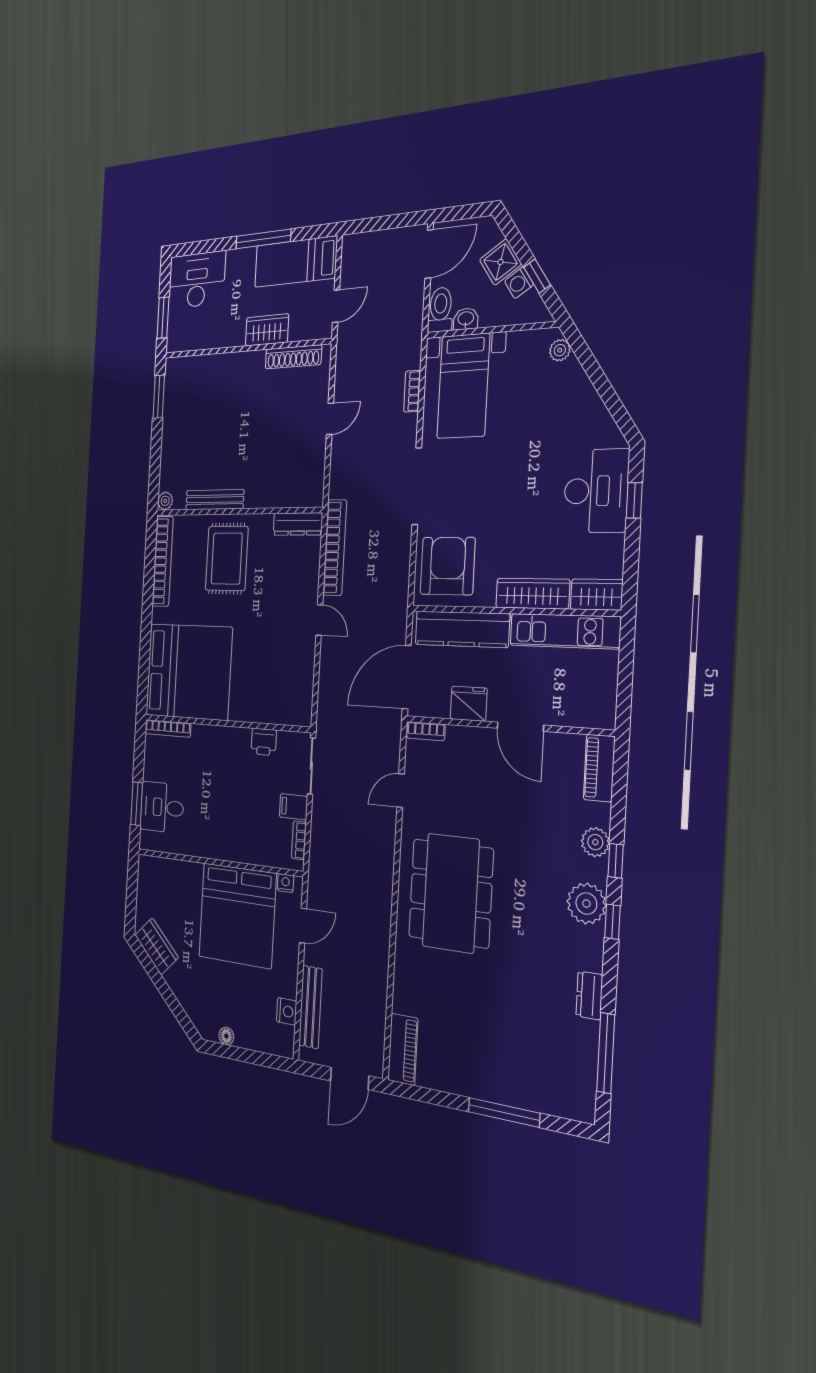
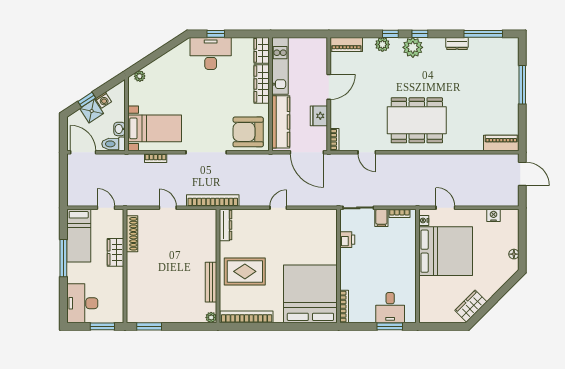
window: (537, 276) -> (87, 100), moved
bookcase: (335, 548) -> (213, 201), moved
bench: (310, 1007) -> (489, 200), removed

